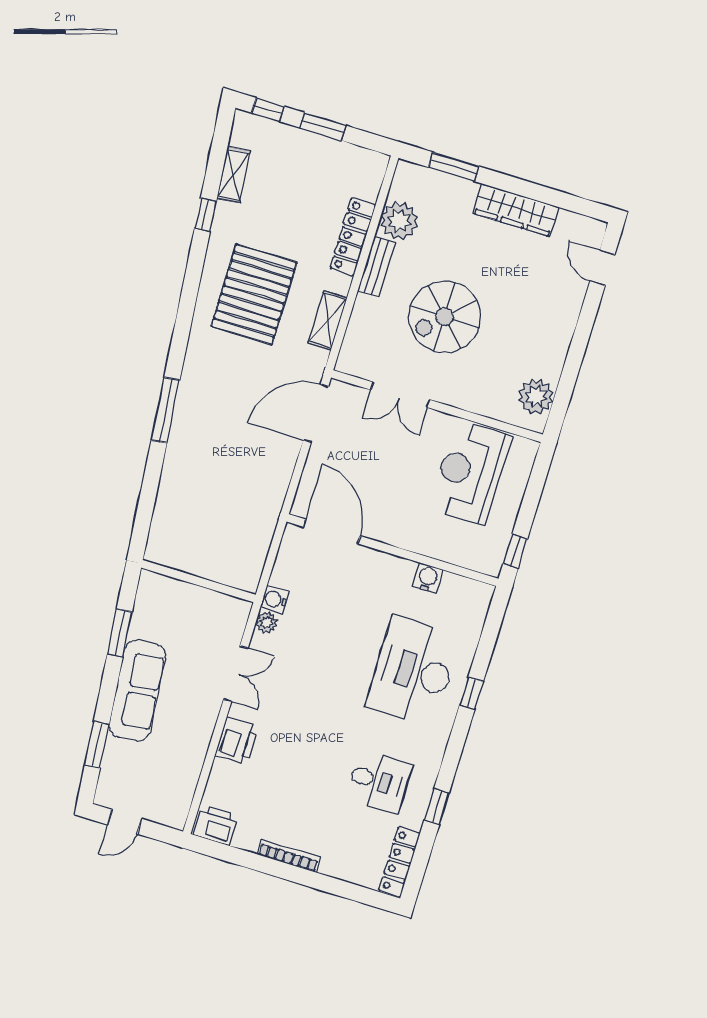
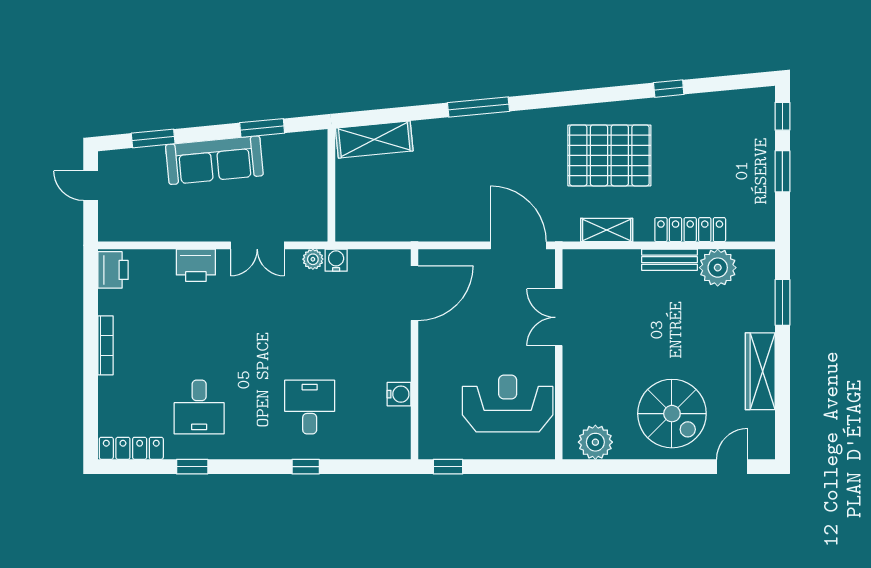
shelving: (233, 175) -> (374, 140), moved, width x1.50, depth x1.33
spiral stairs: (445, 317) -> (672, 414), moved, turned 180
desk: (413, 671) -> (310, 407), width x0.53, depth x0.77

